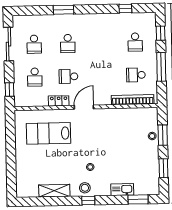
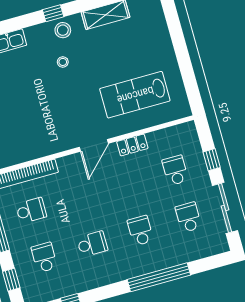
window: (63, 10) -> (159, 277), width x2.11
school desk: (68, 76) -> (92, 244), moved
window: (9, 90) -> (212, 160), moved
lab bench: (48, 133) -> (135, 95), turned 180

